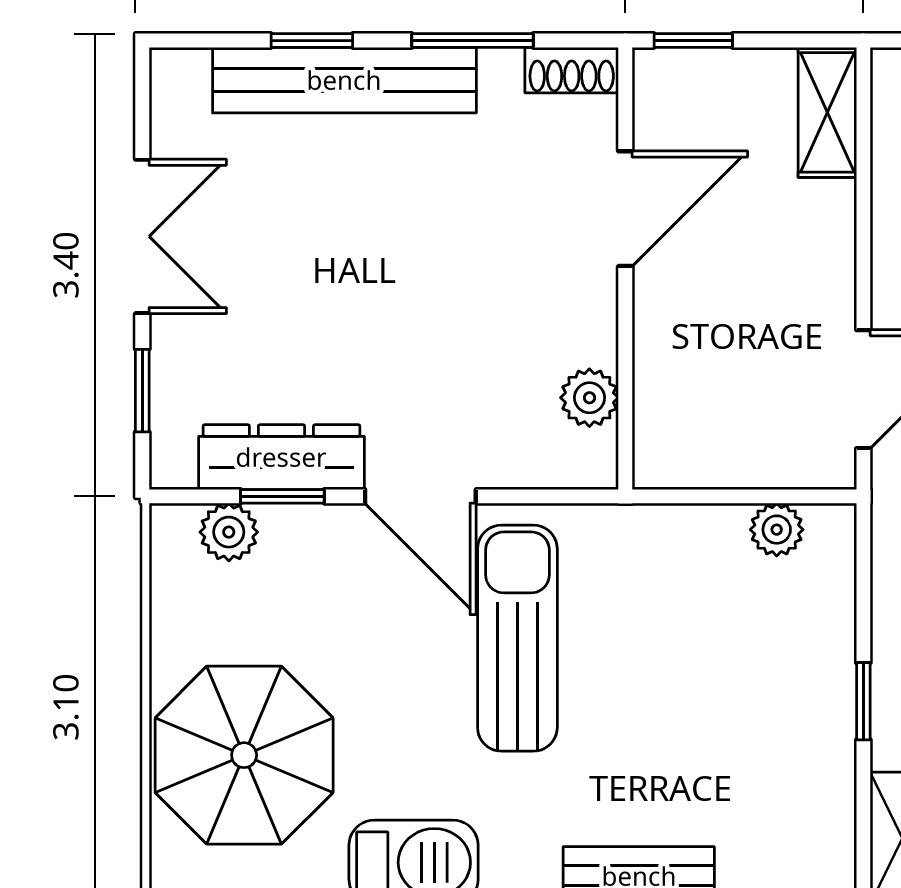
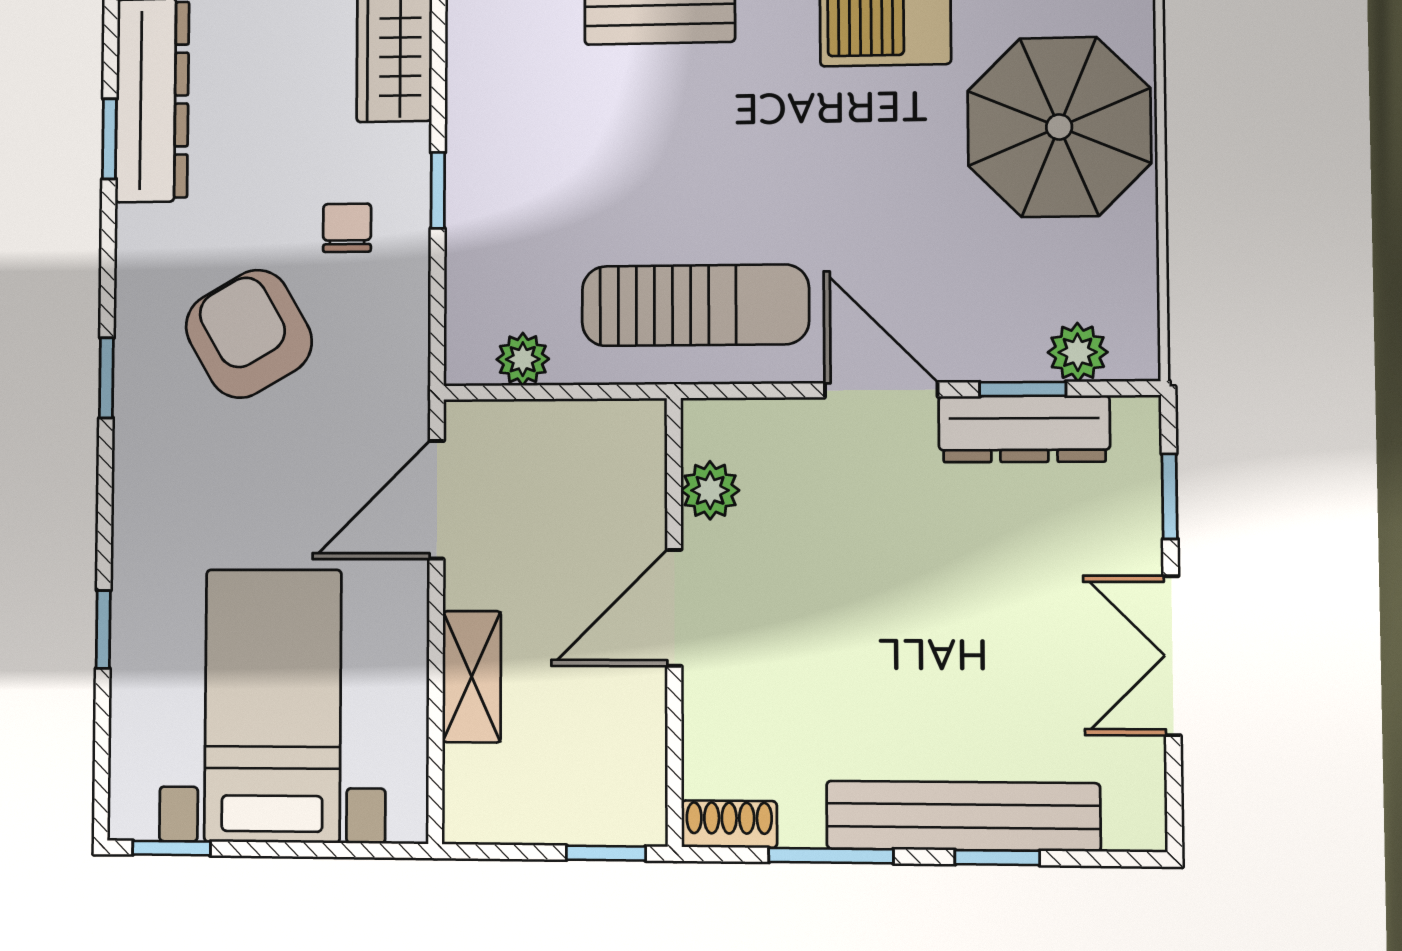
shelving: (827, 112) -> (472, 677), moved
door: (625, 209) -> (674, 608), moved
sun lounger: (517, 638) -> (695, 305), moved, turned -90

